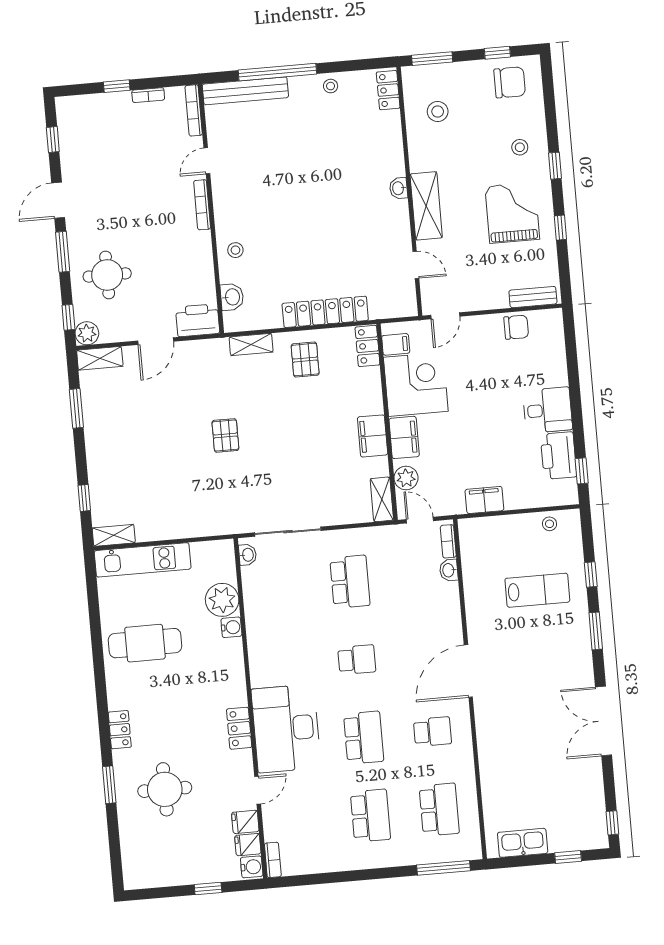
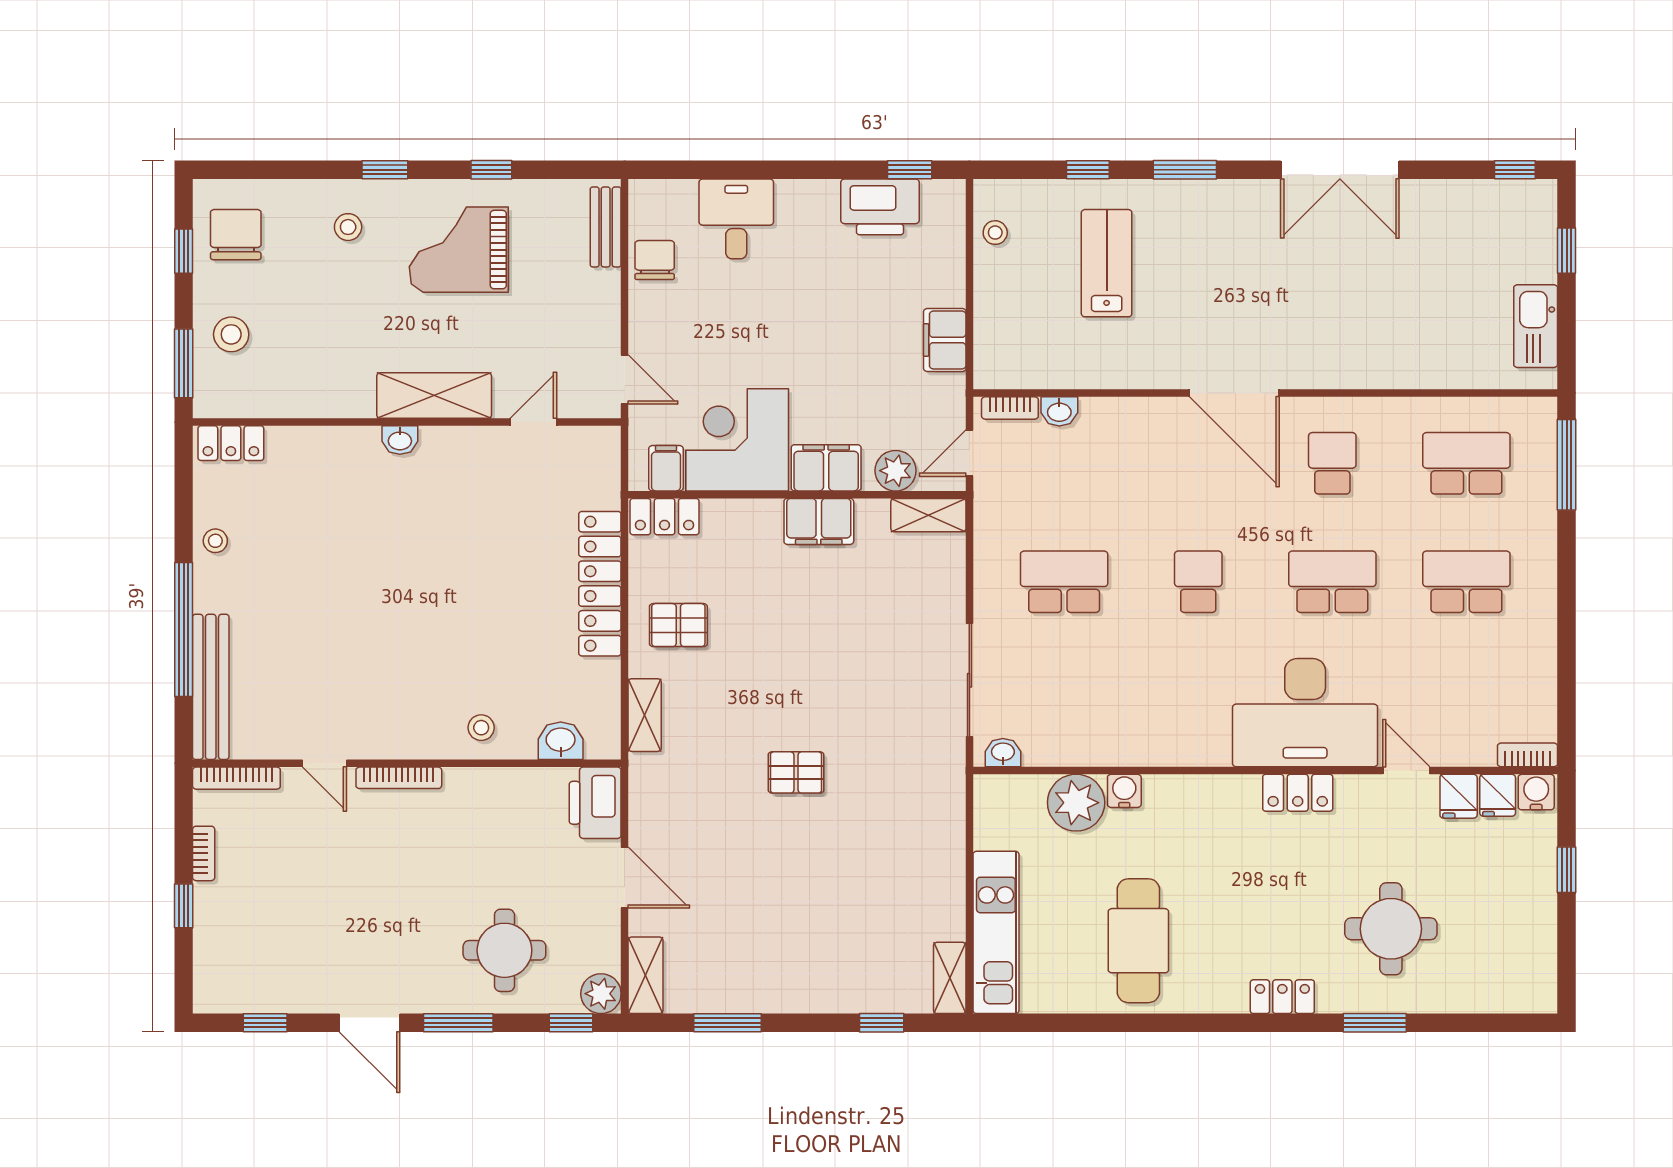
stool: (438, 111) -> (231, 334), moved
desk: (548, 410) -> (736, 219), moved

